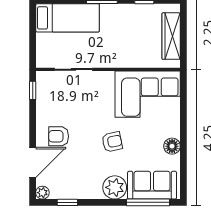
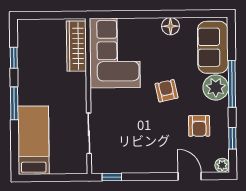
wardrobe: (171, 36) -> (76, 46), moved, turned 90
armchair: (59, 136) -> (199, 126), moved
door: (33, 162) -> (190, 176), width x0.73
window: (148, 202) -> (232, 84), moved

